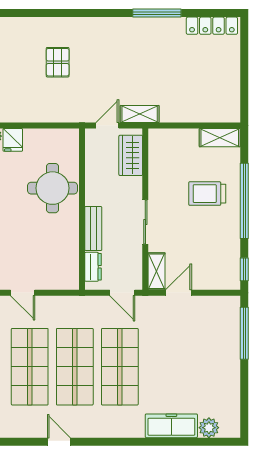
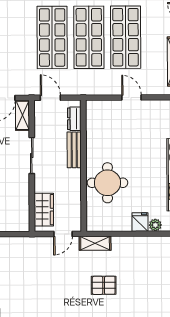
pallet: (58, 62) -> (104, 285), turned 90
shelving: (140, 114) -> (95, 243), moved

